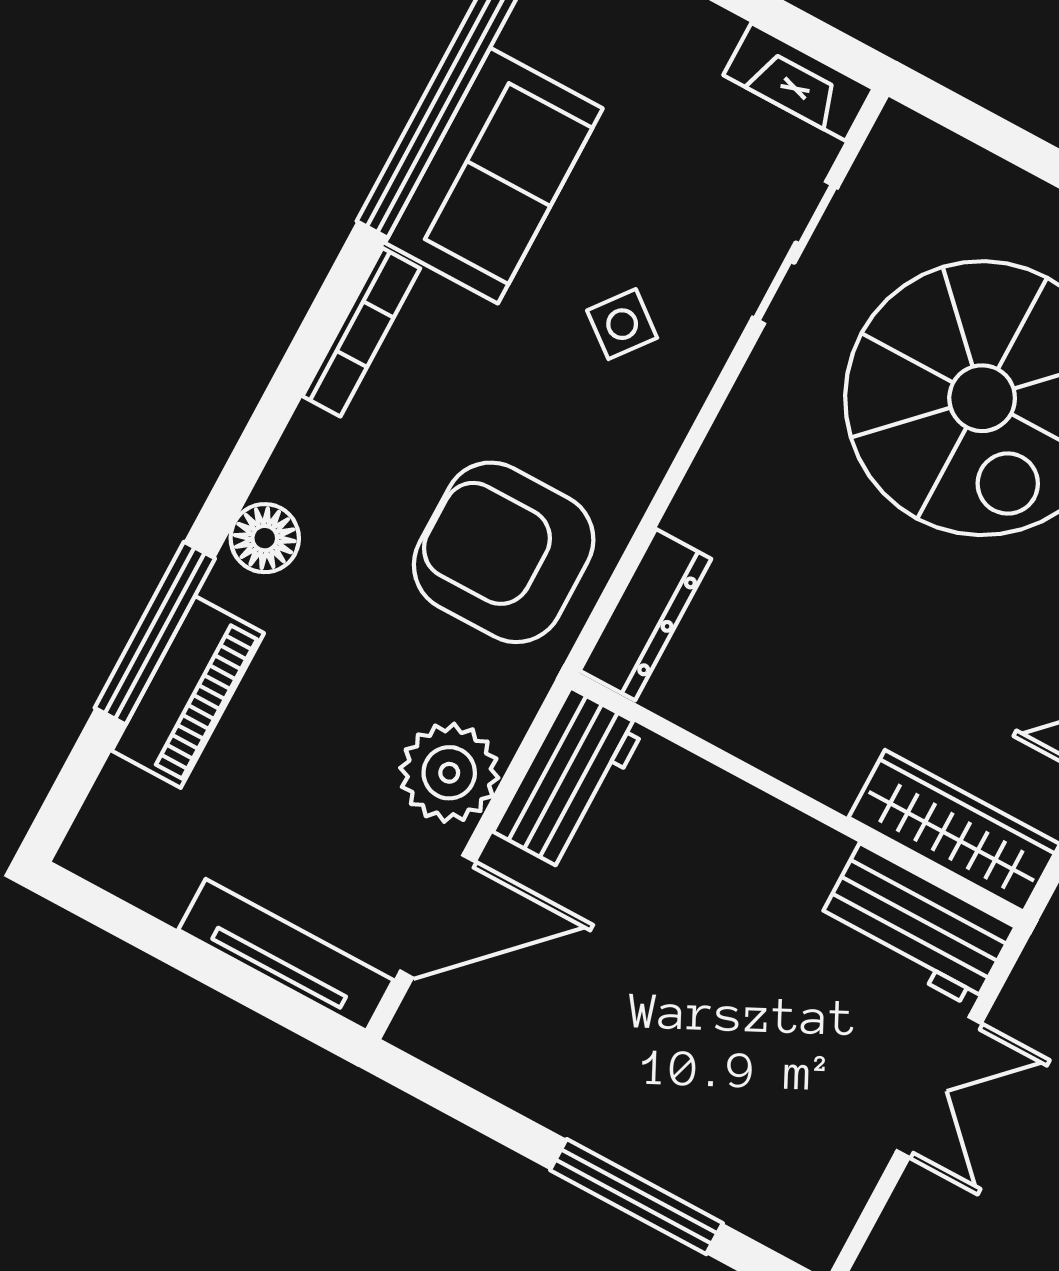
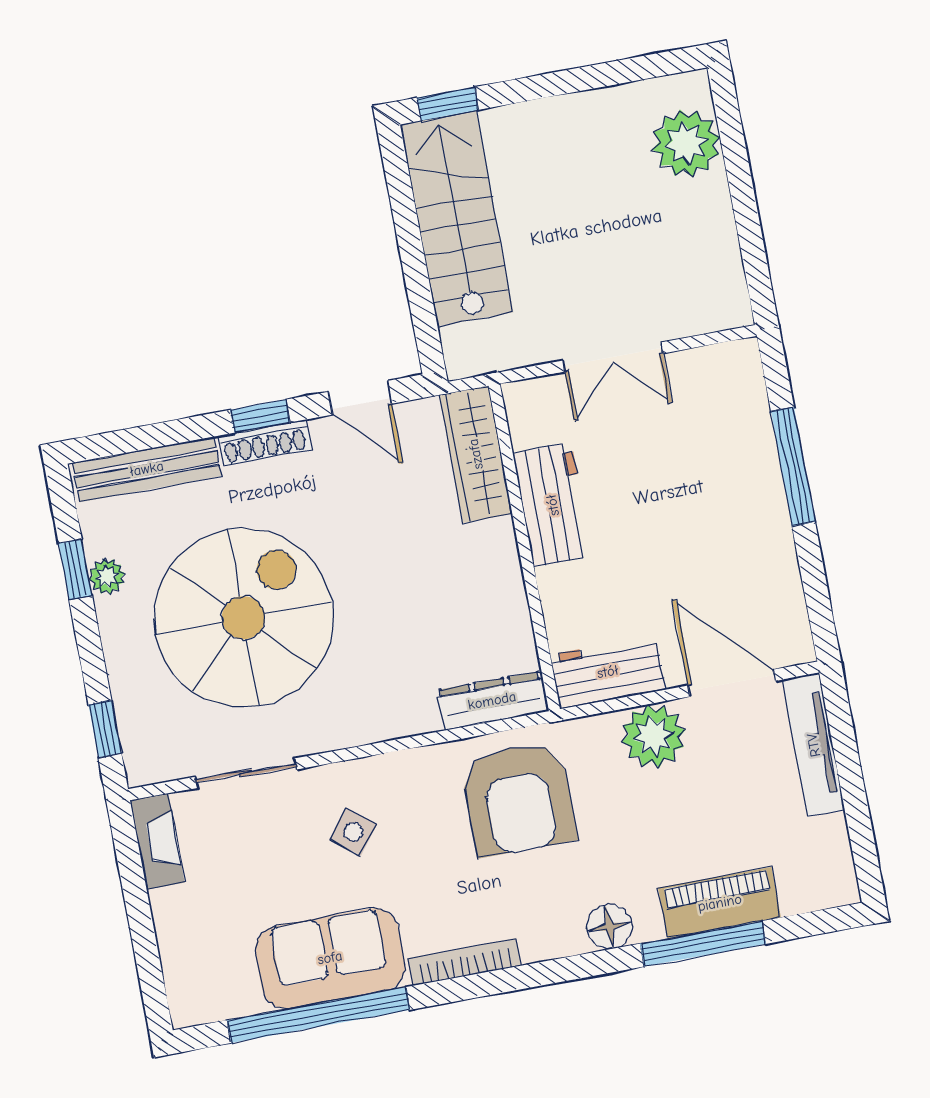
window: (982, 127) -> (105, 729), added
workbench: (916, 925) -> (553, 505), moved
double door: (939, 1087) -> (613, 357), swing flipped

